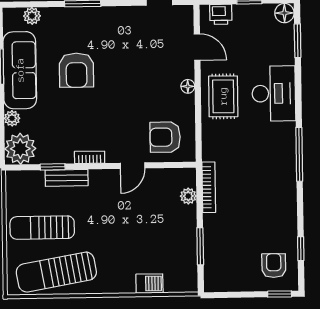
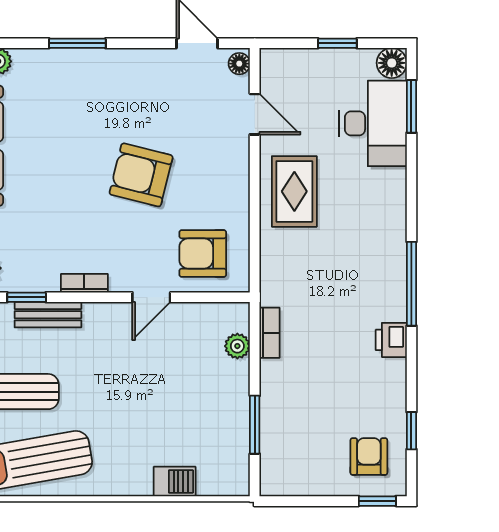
printer: (221, 14) -> (391, 340), moved, turned 90
armchair: (76, 70) -> (141, 175), moved, turned 104
floor lamp: (188, 86) -> (239, 64), moved
desk: (274, 93) -> (373, 123), moved
bookcase: (209, 187) -> (269, 333), width x0.64

